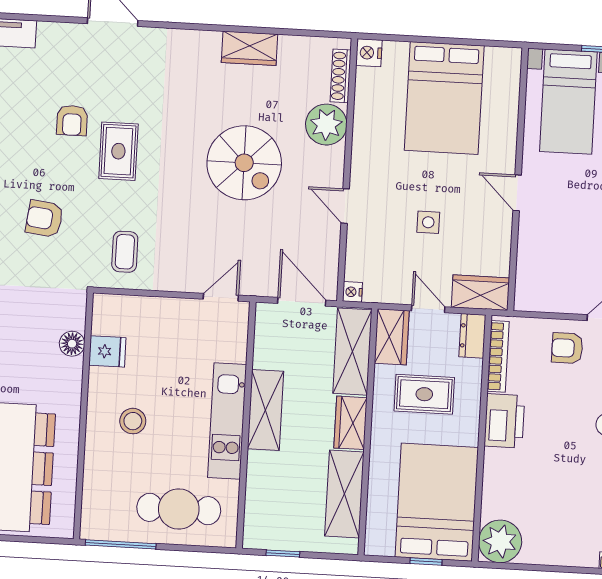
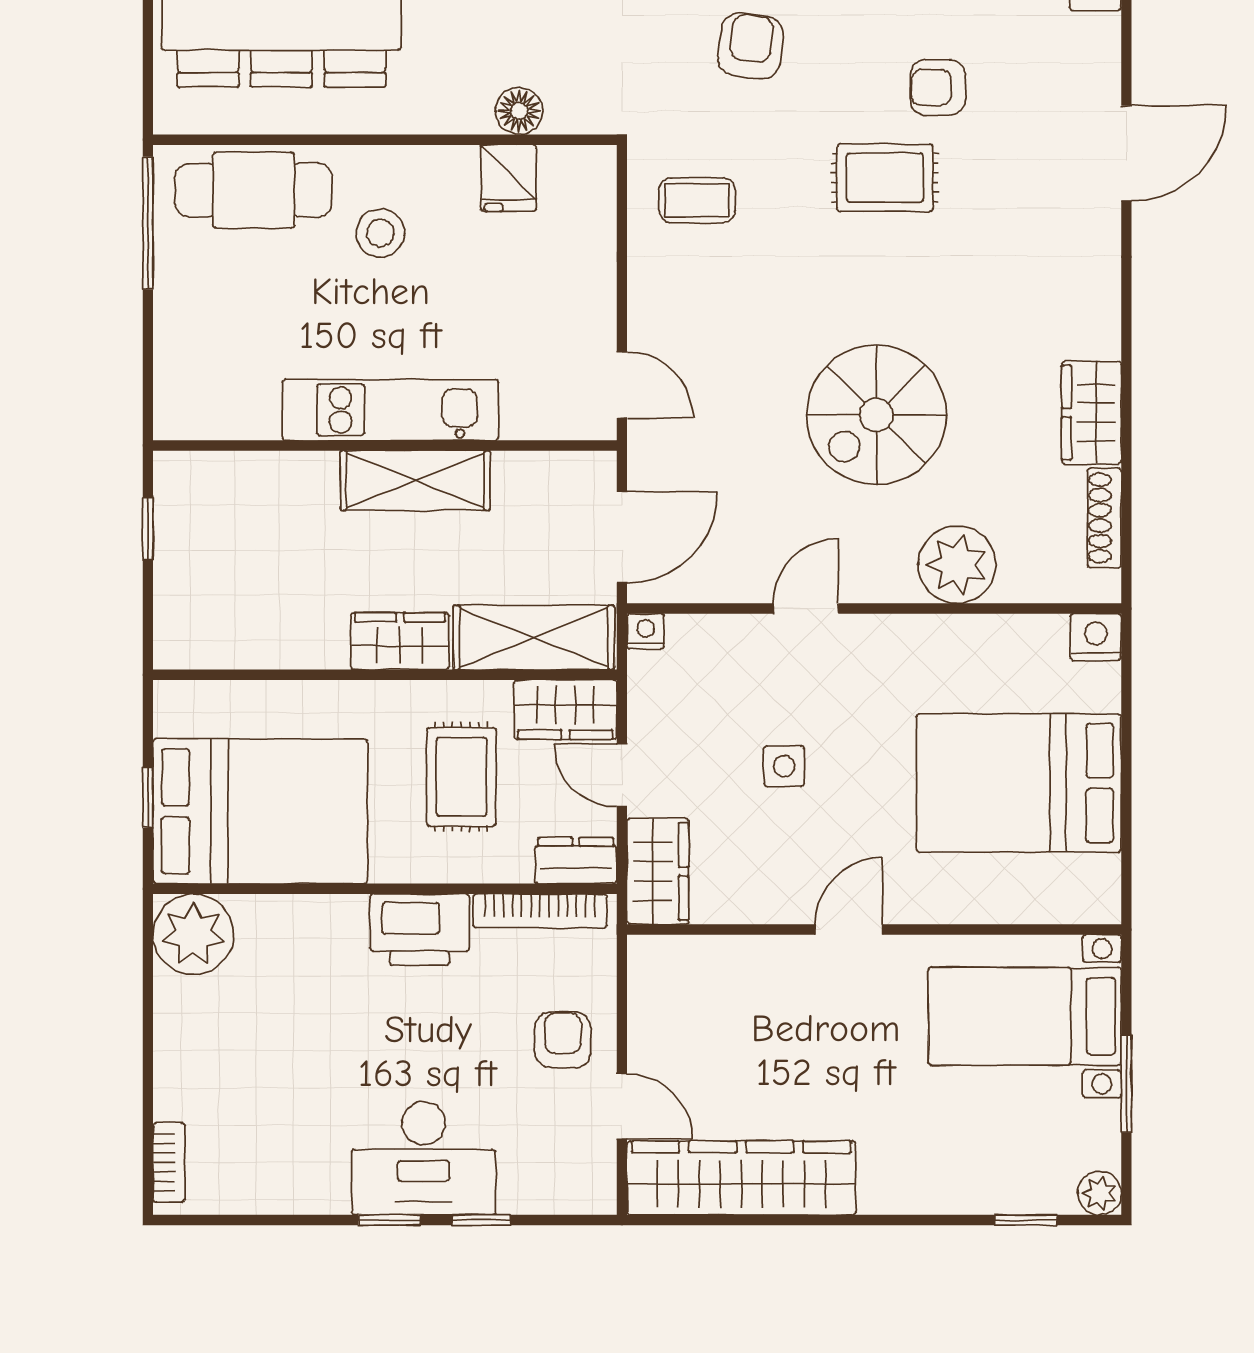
shoe rack: (341, 76) -> (1104, 518), moved, turned -90
door: (428, 309) -> (622, 775), swing flipped
shelving: (344, 494) -> (266, 637), removed
cafe table: (179, 509) -> (254, 190), moved, turned 90

